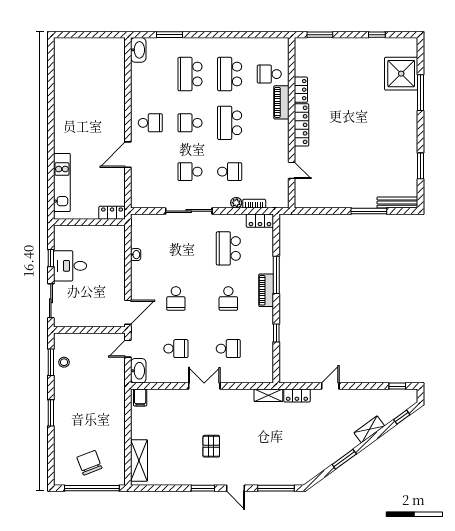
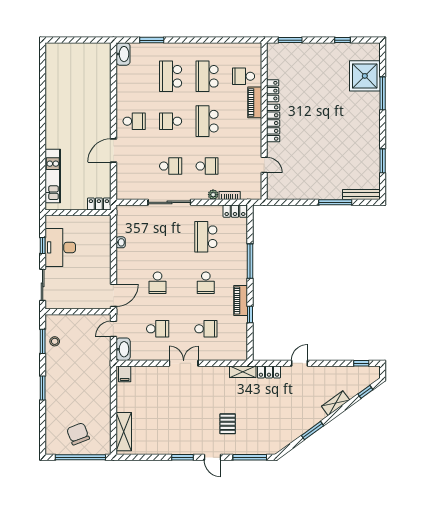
school desk: (190, 172) -> (171, 166), turned 180
desk: (70, 266) -> (60, 247), width x1.37
piano: (266, 290) -> (241, 300), moved
pallet: (211, 446) -> (228, 424), moved

